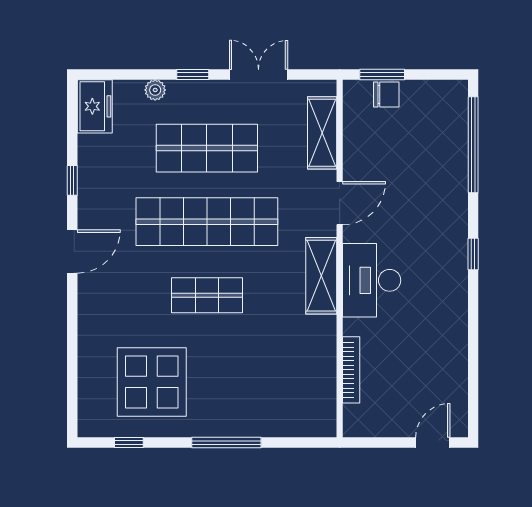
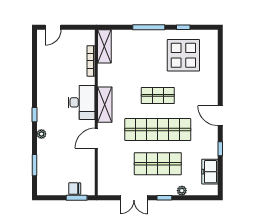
freezer: (95, 106) -> (210, 172), moved
shelving: (322, 133) -> (104, 46), moved
window: (473, 145) -> (34, 165), width x0.47
plant: (458, 212) -> (41, 134), added
door: (72, 252) -> (220, 116), hinge flipped
window: (129, 442) -> (183, 27), moved

